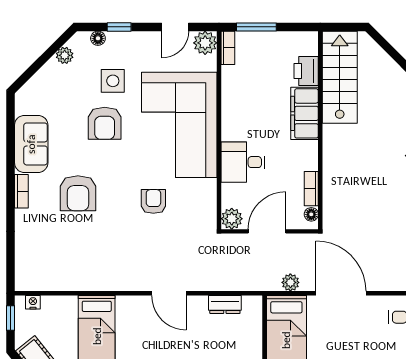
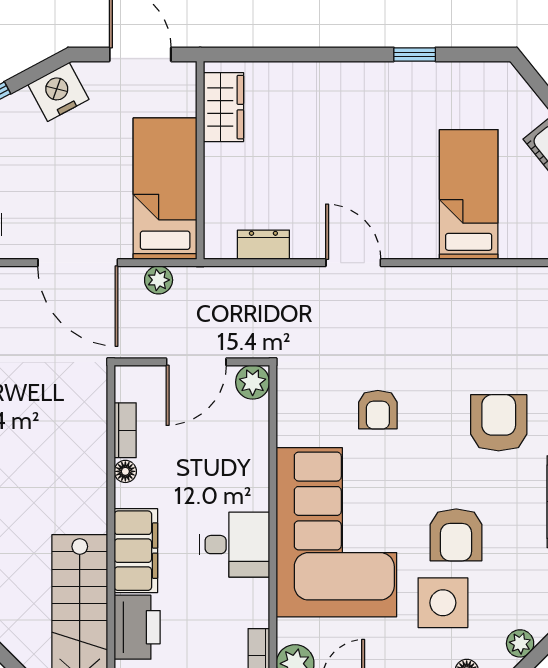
printer: (306, 71) -> (137, 627), width x1.37, depth x1.19
side table: (113, 81) -> (443, 603), width x1.37, depth x1.37
armchair: (105, 123) -> (456, 535), turned 180
desk: (243, 162) -> (235, 545), moved
floor lamp: (311, 214) -> (125, 471), moved

